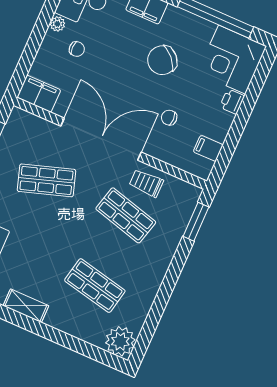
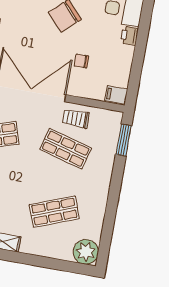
filing cabinet: (208, 148) -> (116, 95), moved
shop shelf: (95, 286) -> (54, 212), turned -33

